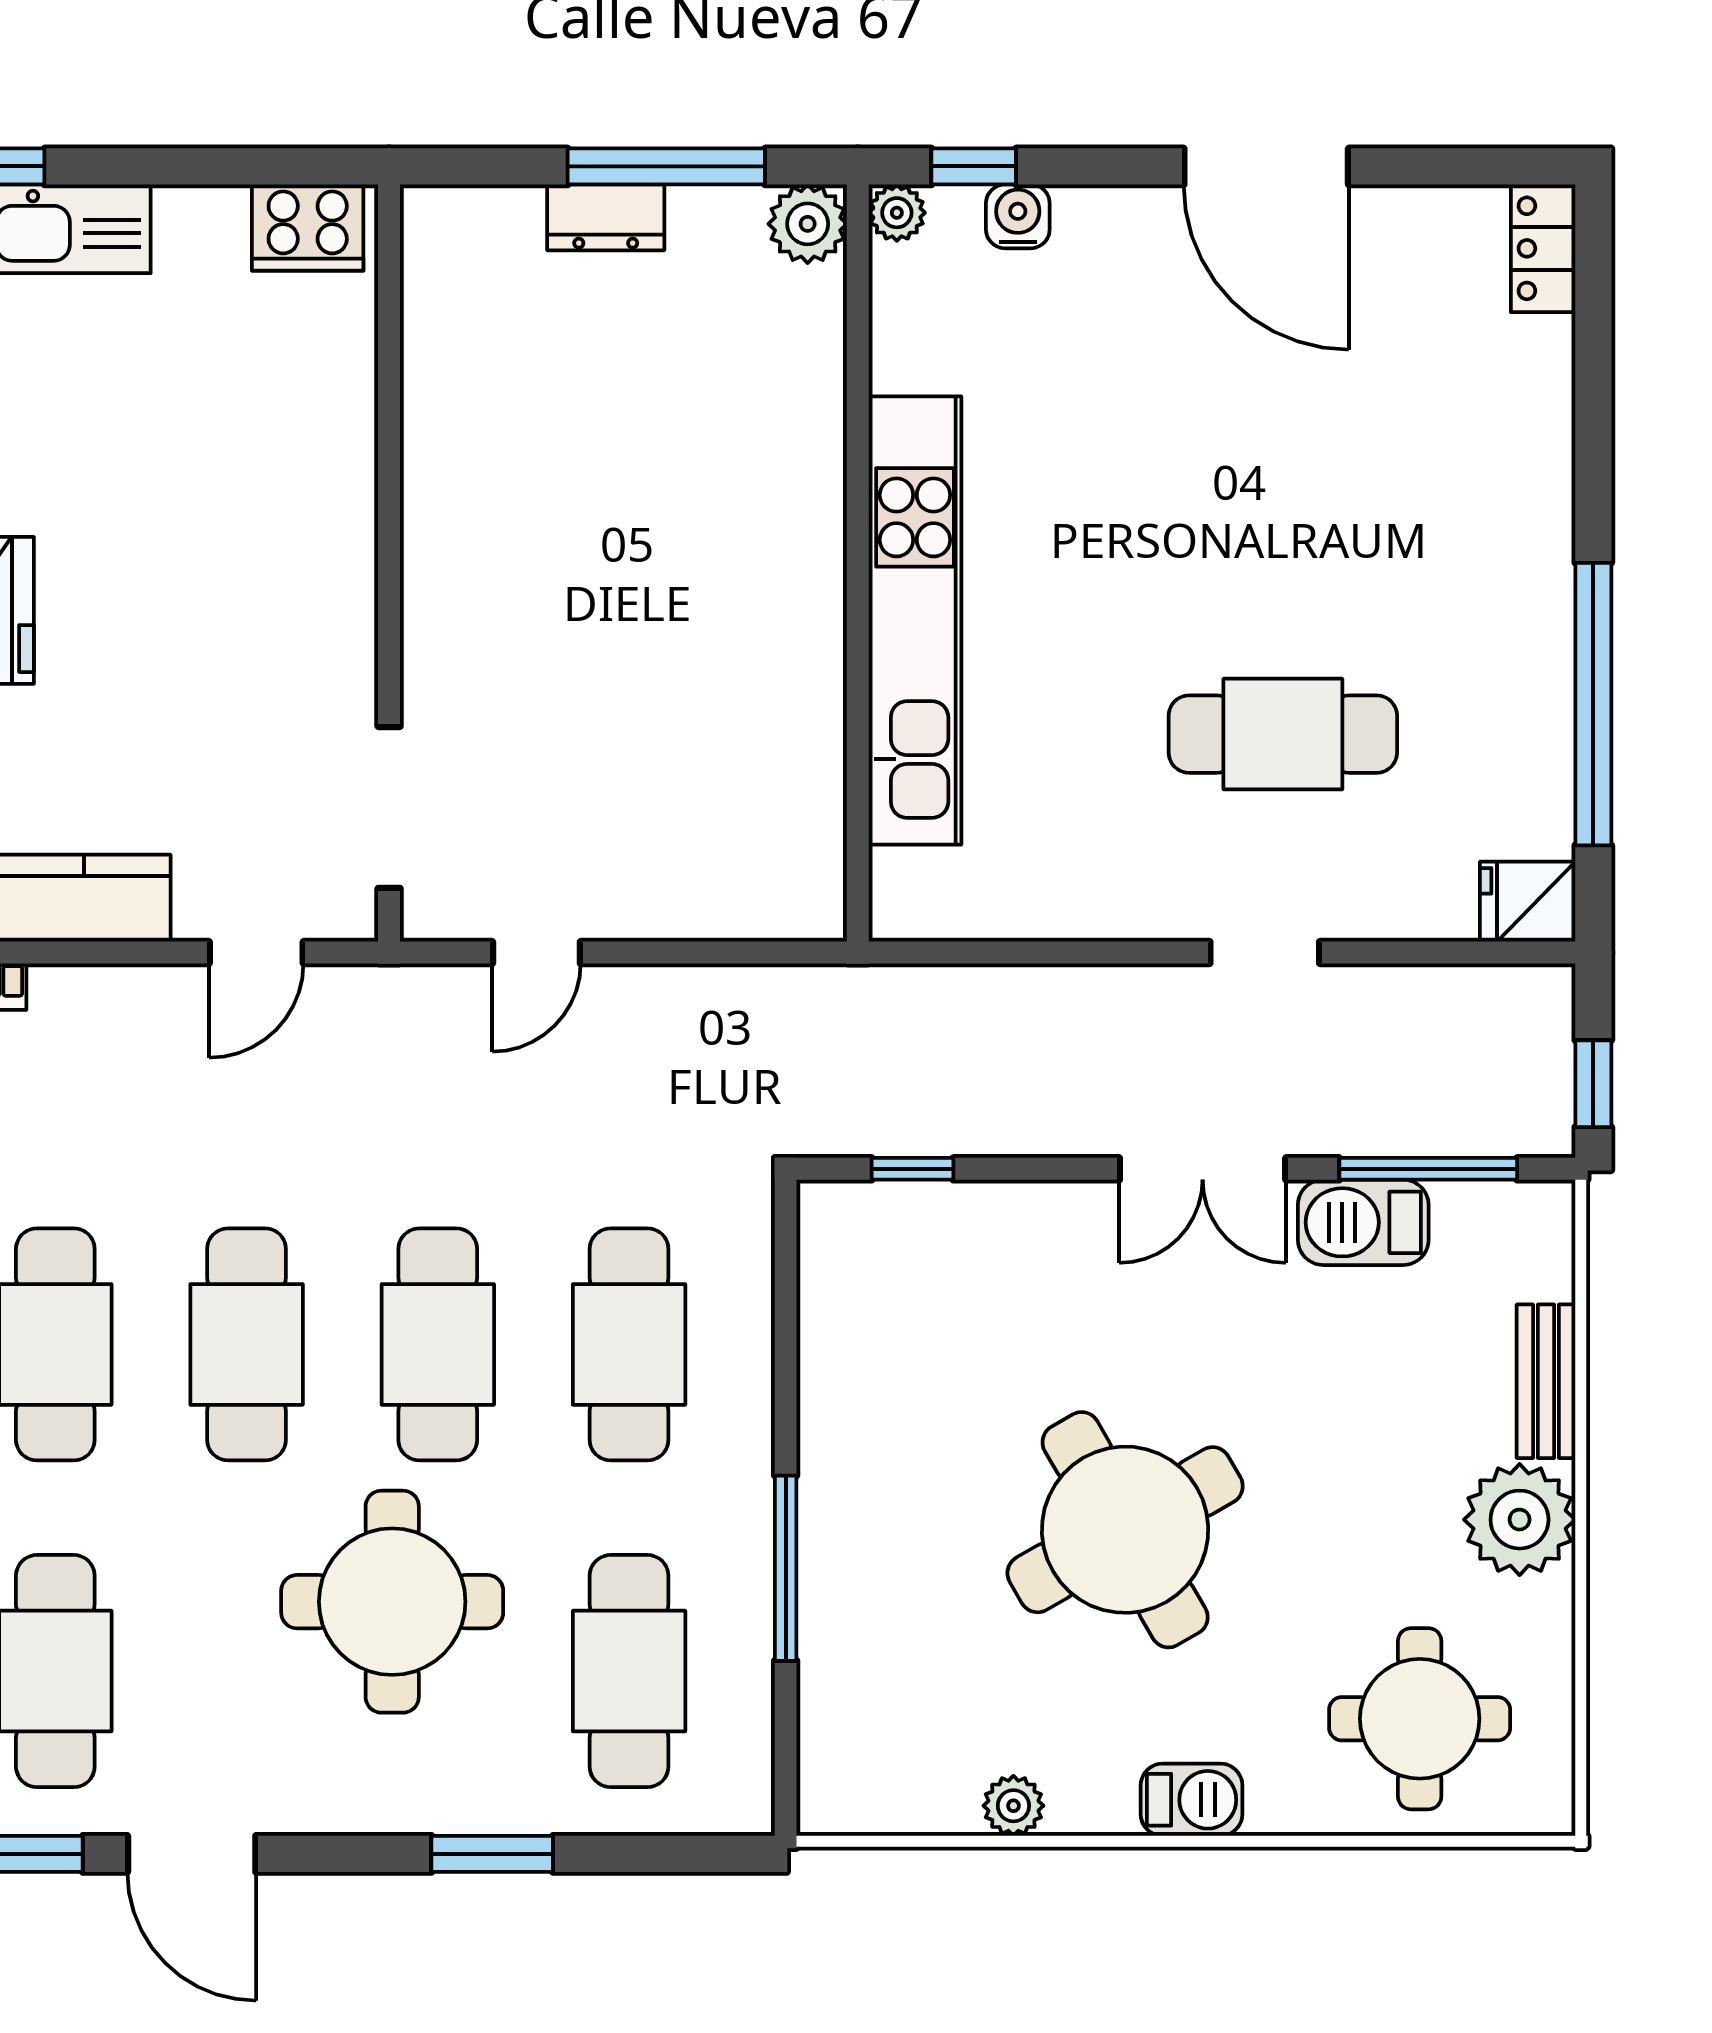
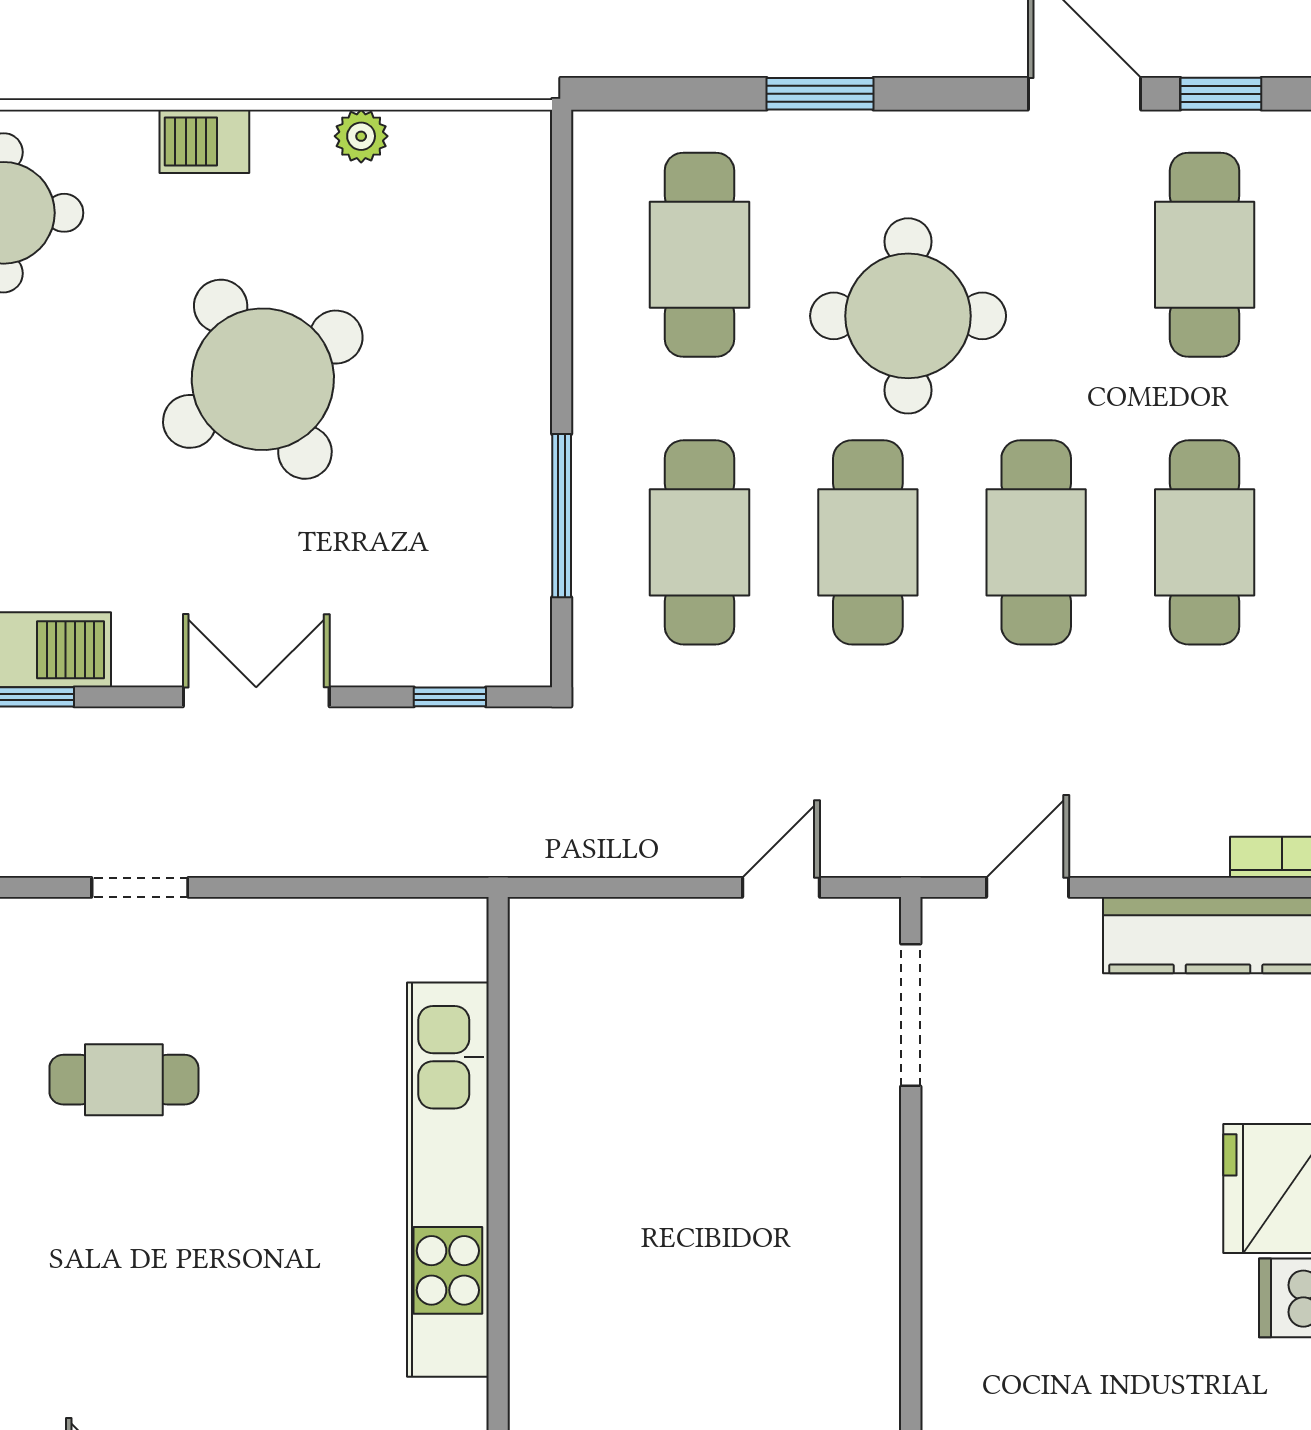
cafe table: (1283, 734) -> (124, 1080), width x0.73, depth x0.74
double door: (1203, 1169) -> (256, 697), moved
window: (786, 1568) -> (562, 516), moved

